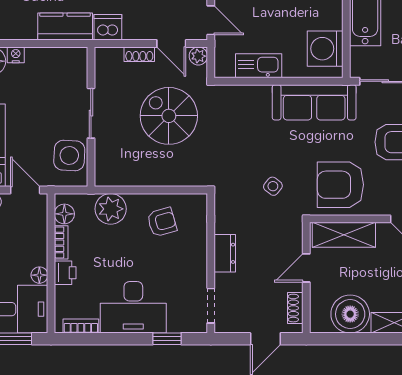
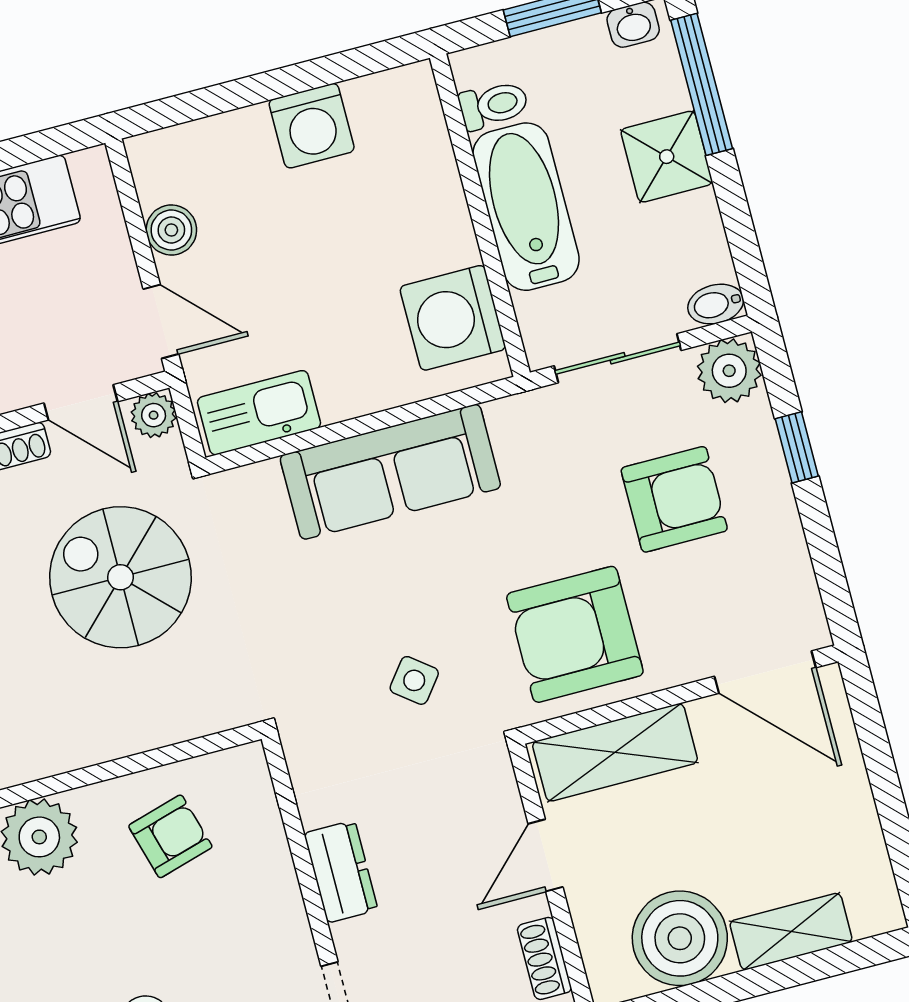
kitchen sink: (259, 66) -> (259, 413), moved
sofa: (314, 102) -> (390, 472), moved

